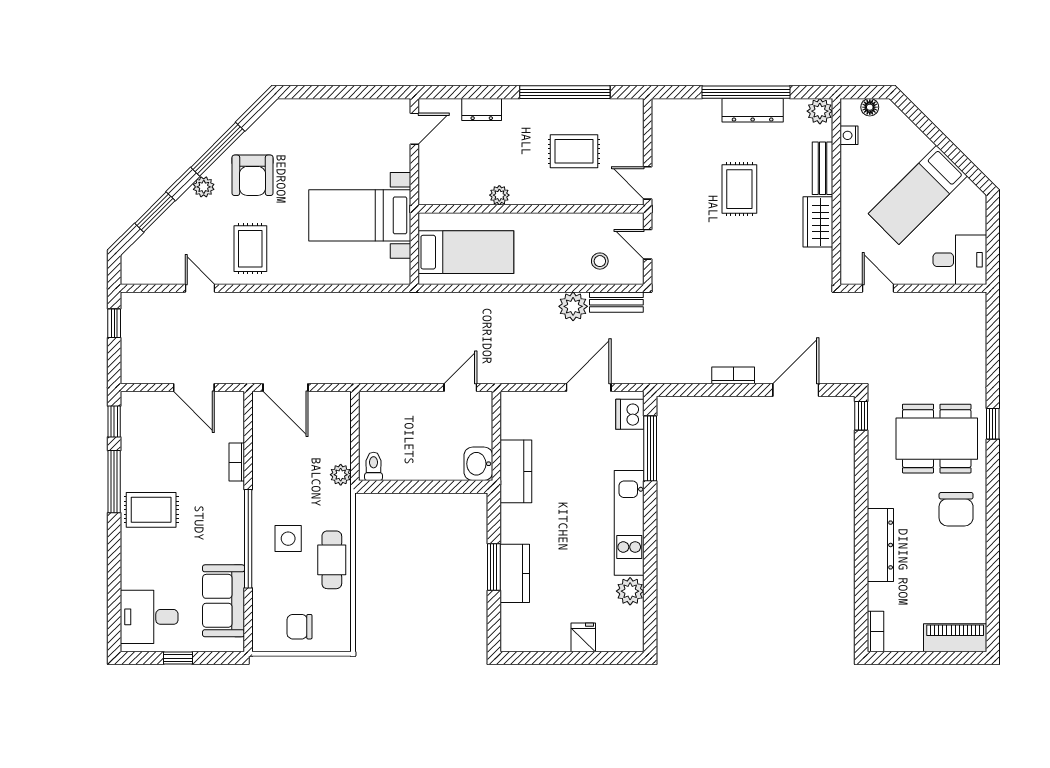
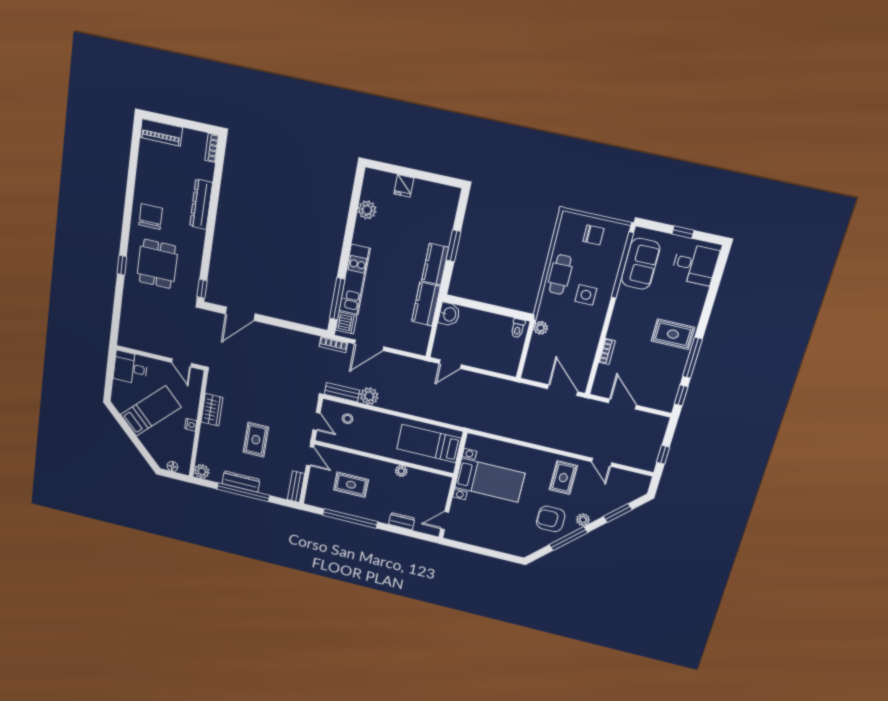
nightstand: (849, 135) -> (191, 425), moved
bench: (823, 168) -> (296, 487), moved
armchair: (252, 175) -> (551, 519), turned -90
bookcase: (733, 375) -> (333, 345), moved
dining table: (937, 439) -> (157, 264), width x0.73
kitchen unit: (629, 523) -> (355, 280), moved
window: (248, 539) -> (622, 265), moved
kitchen counter: (515, 573) -> (435, 264), moved

